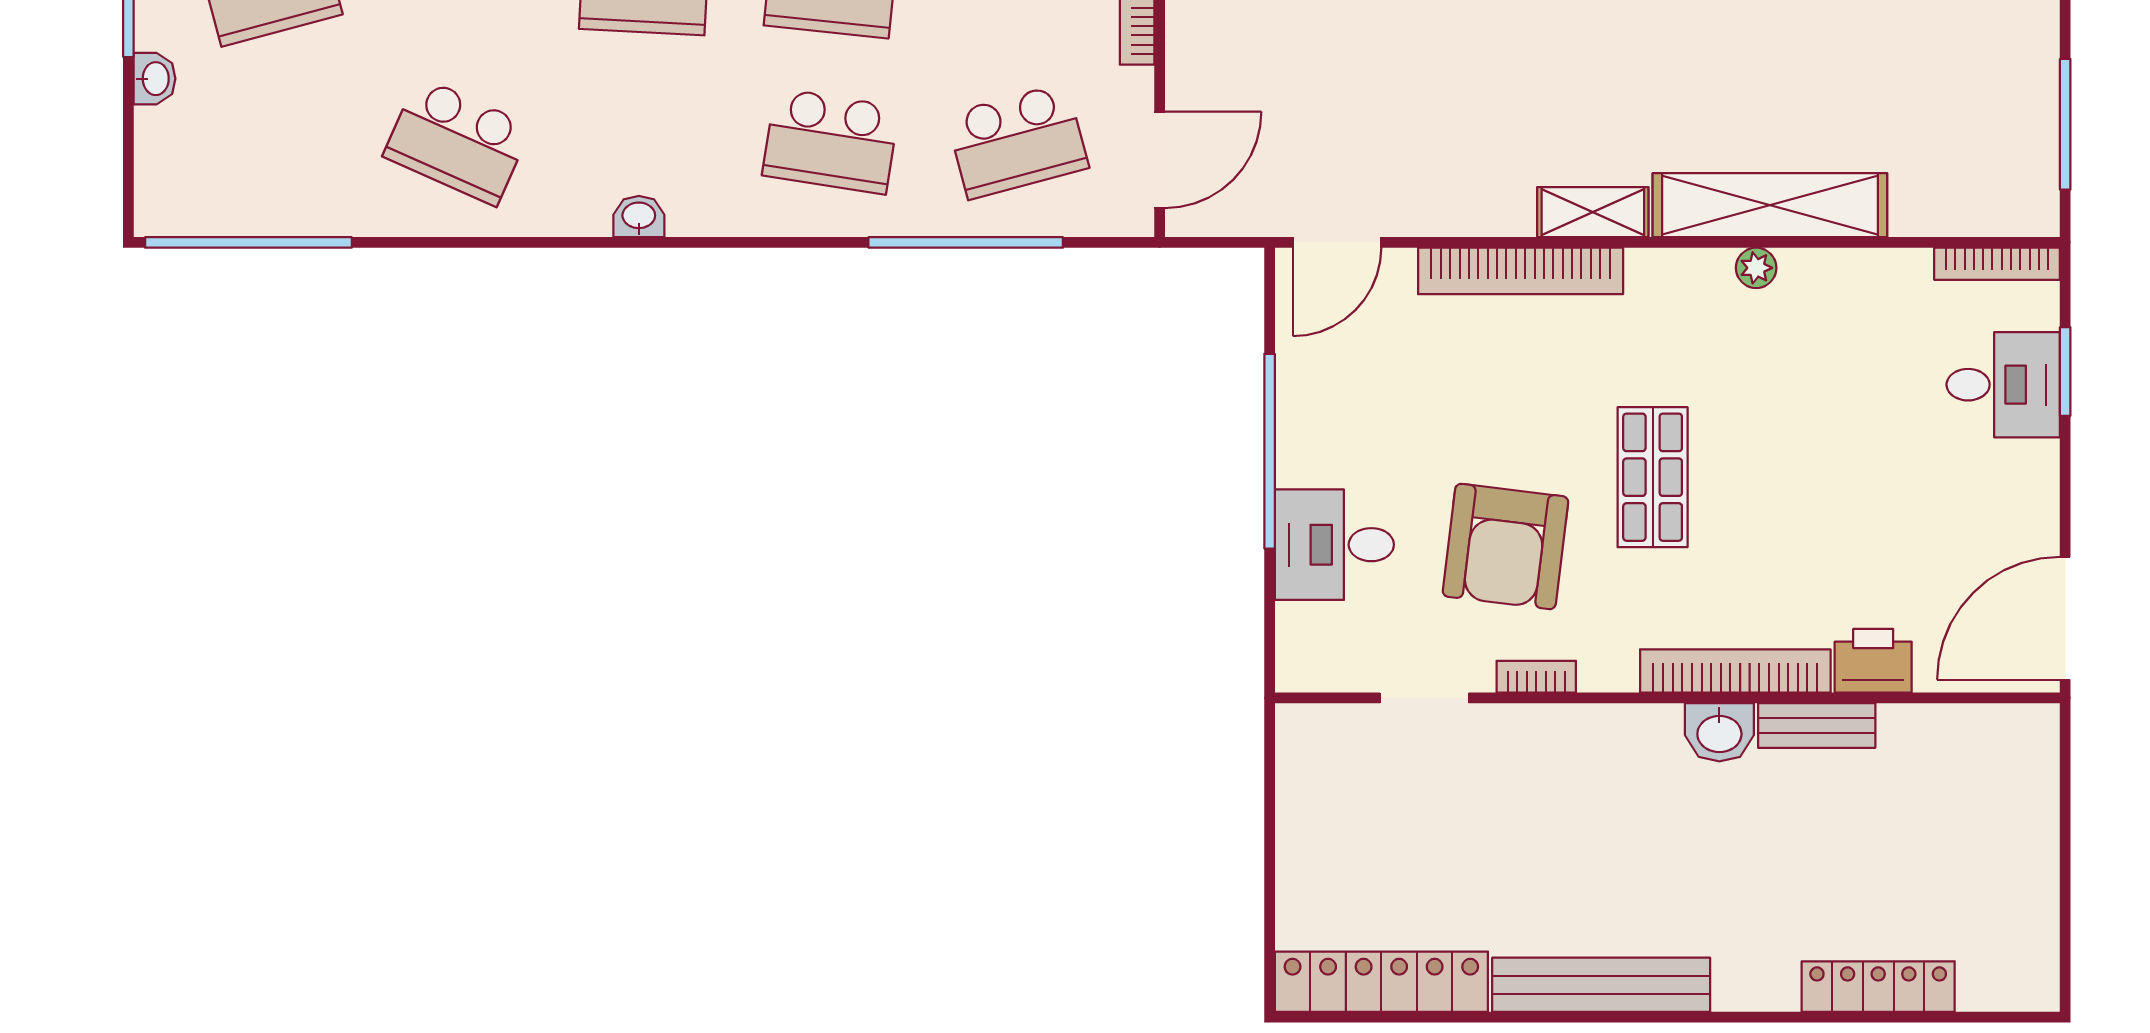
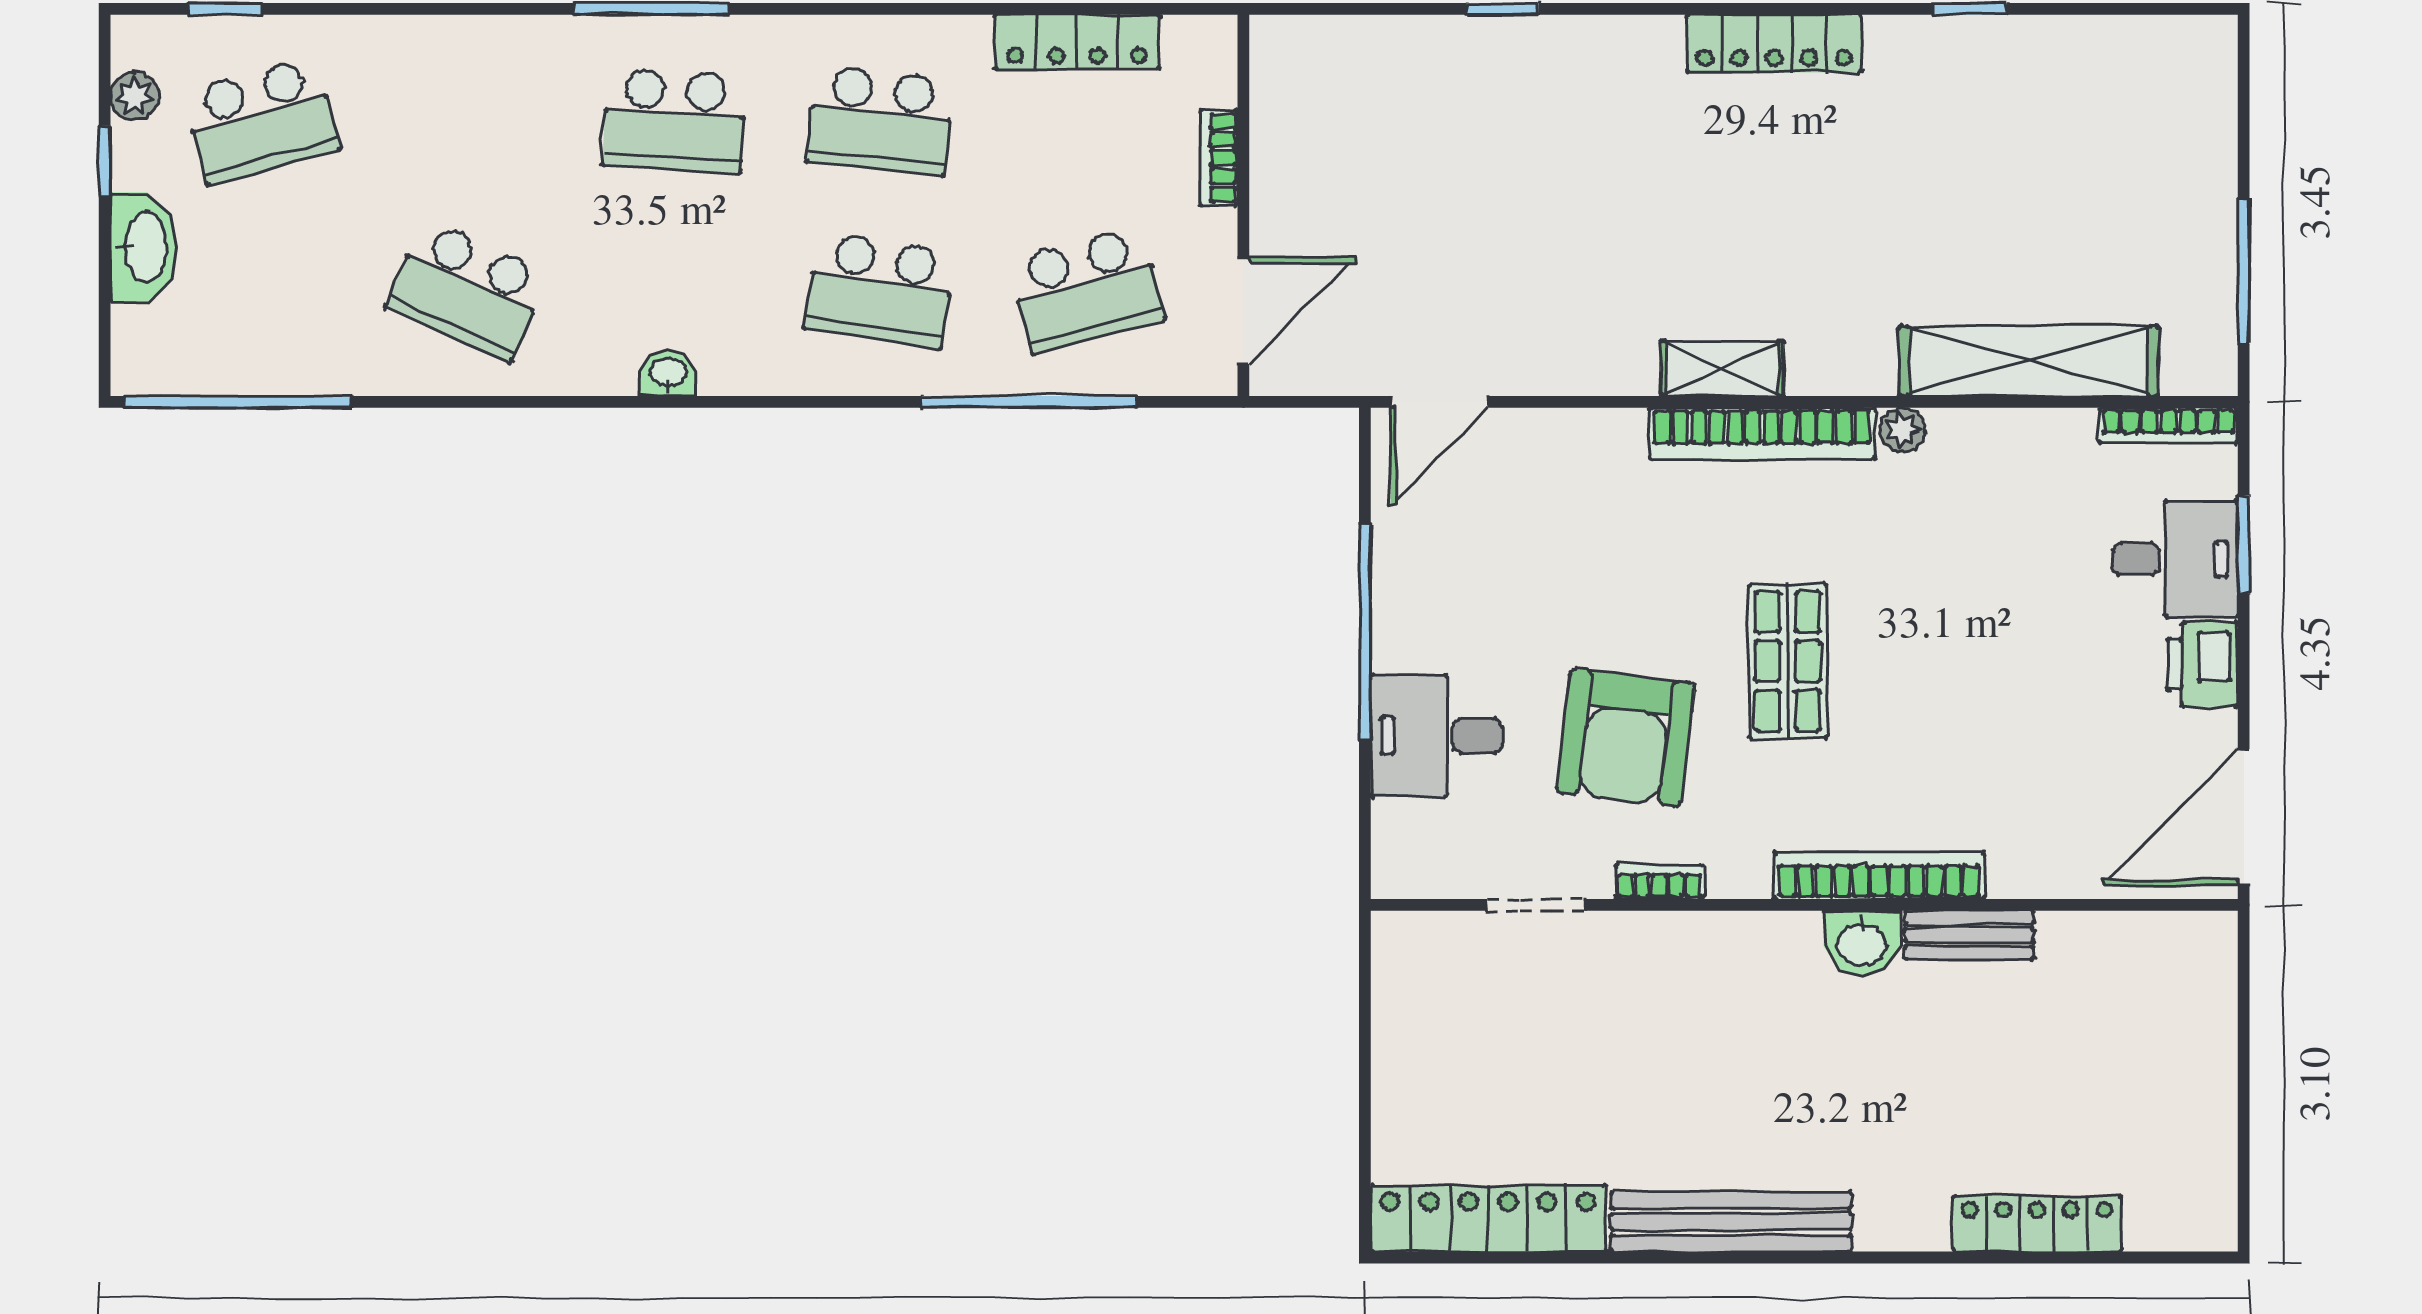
washbasin: (154, 79) -> (144, 247), width x1.91, depth x1.45
shelving: (1770, 205) -> (2029, 361), moved
bookcase: (1521, 271) -> (1762, 433), moved
printer: (1873, 661) -> (2203, 664), moved, turned -90

